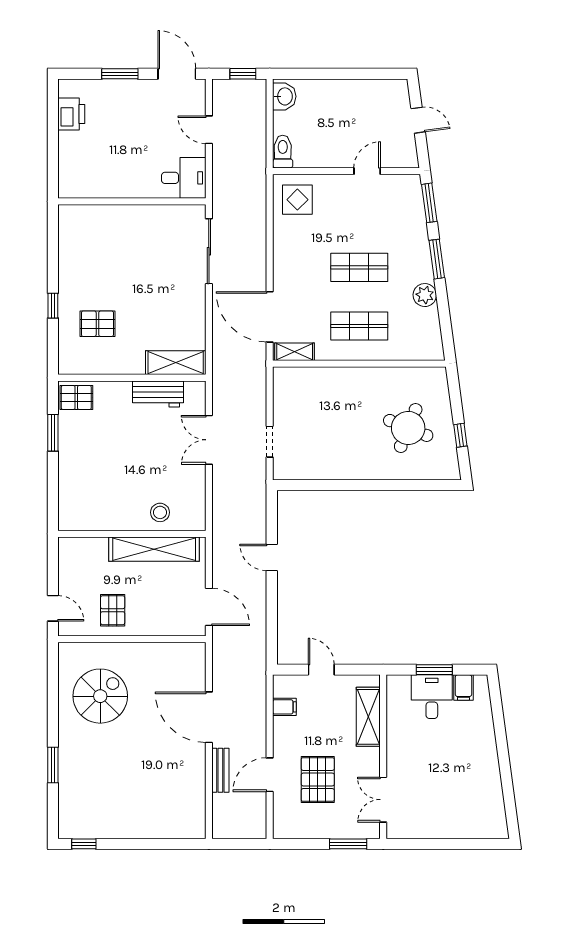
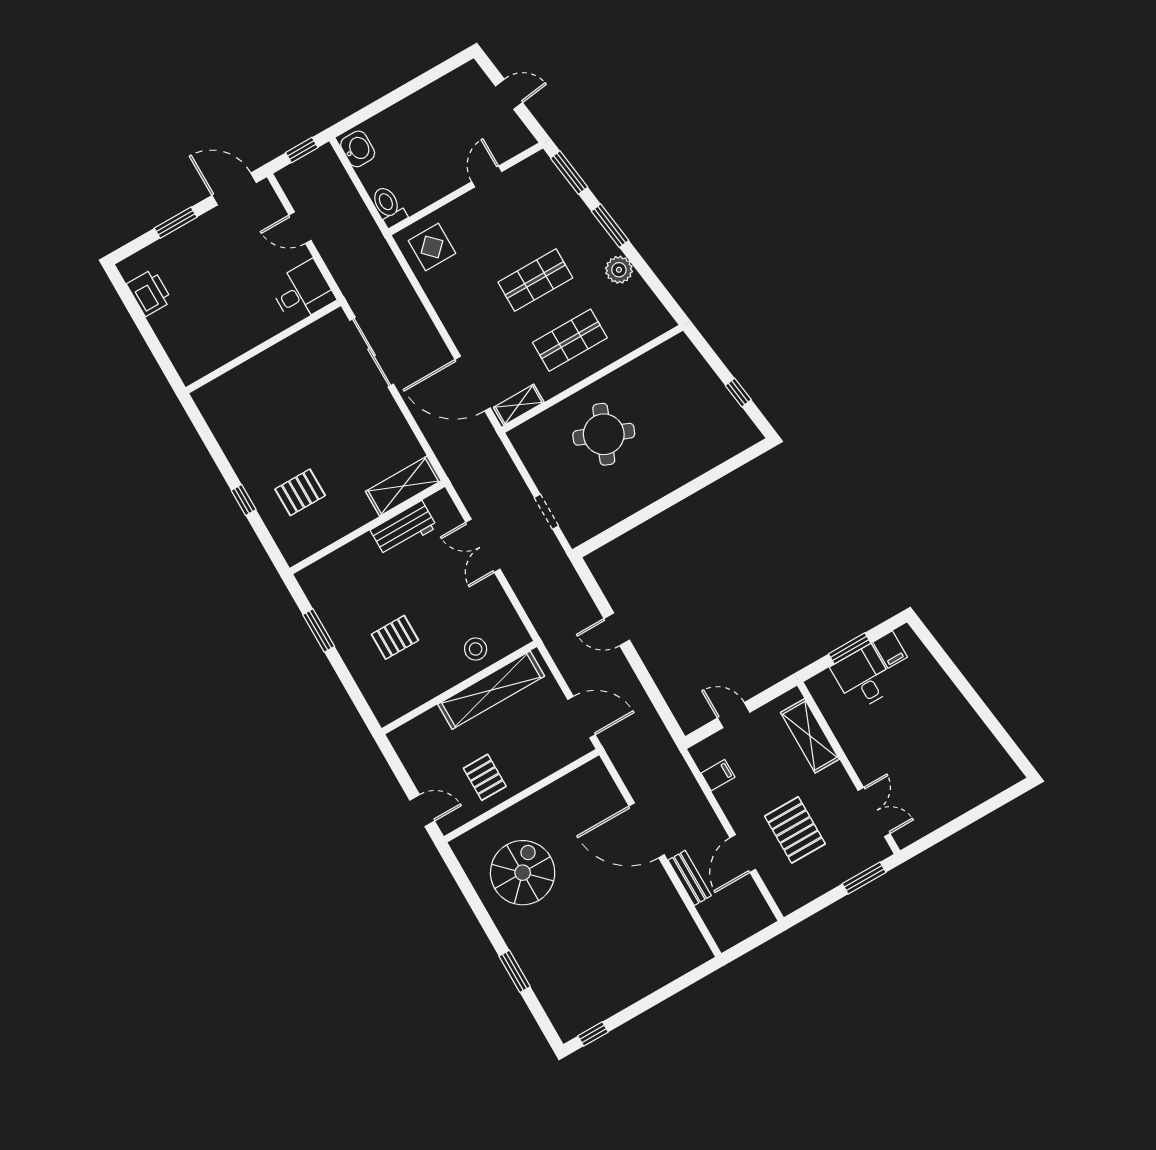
pallet: (76, 398) -> (395, 637), moved
round table: (408, 428) -> (604, 434), moved
double door: (383, 800) -> (874, 812), swing flipped

